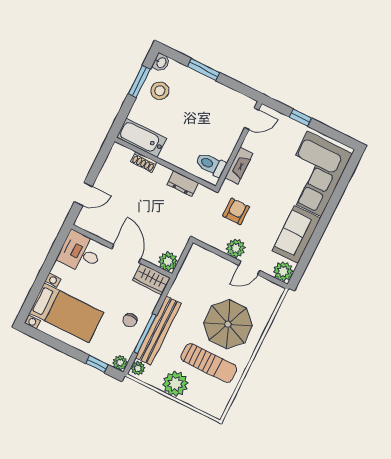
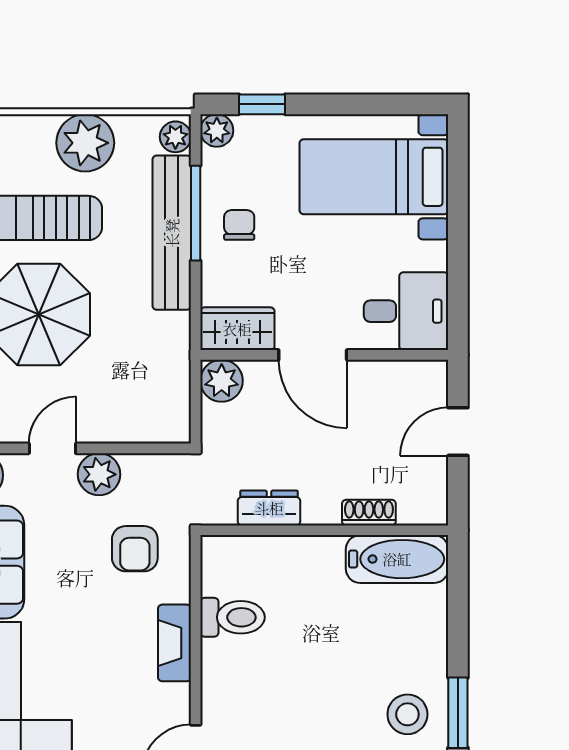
bathtub: (142, 138) -> (397, 559), moved
shoe rack: (144, 162) -> (369, 513), moved
wall: (165, 164) -> (324, 530), moved
dresser: (183, 184) -> (269, 508), moved

